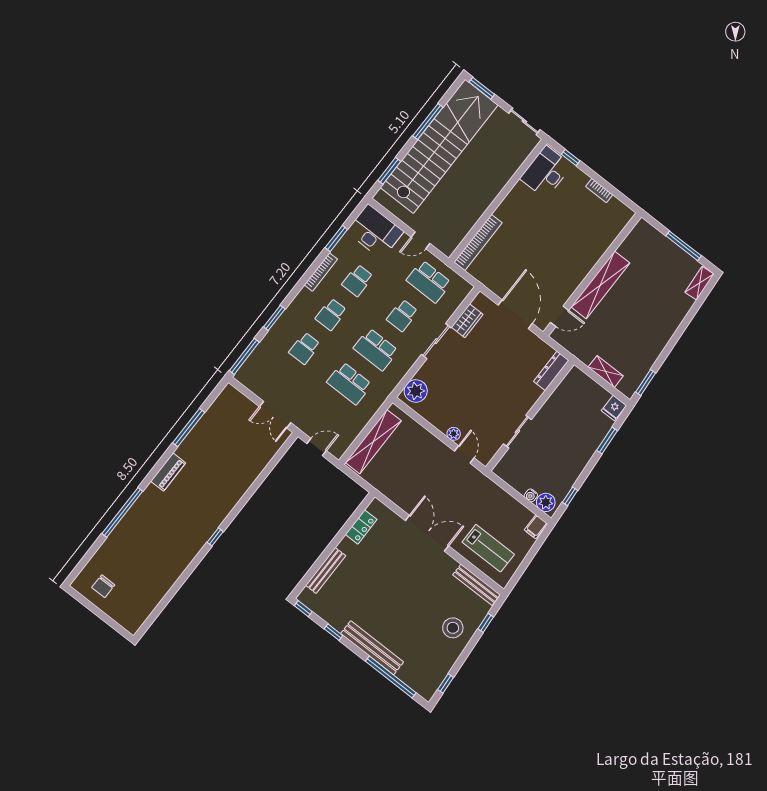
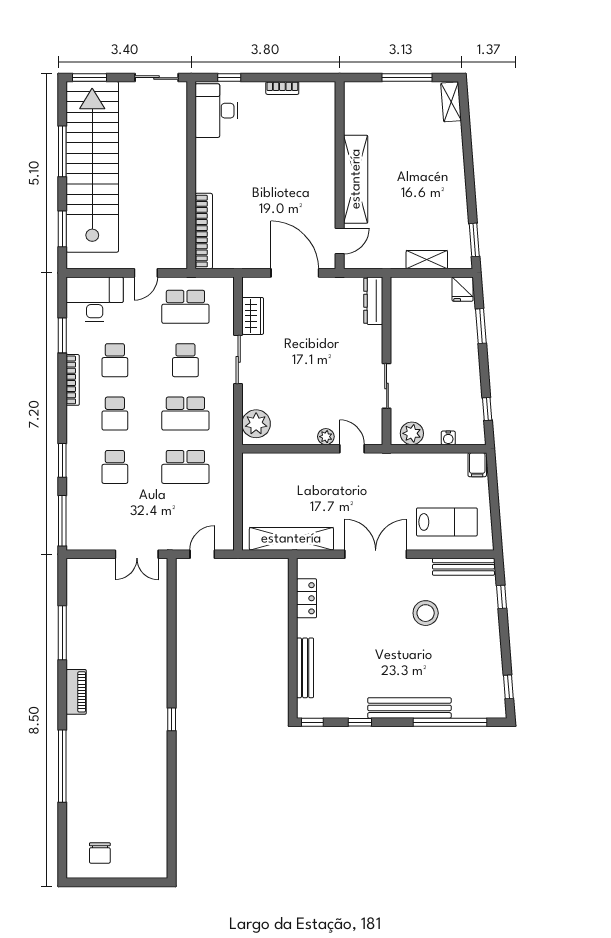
shelving: (373, 442) -> (291, 539), moved, turned 90
plant: (546, 502) -> (412, 433), moved
stool: (453, 628) -> (426, 613), moved

